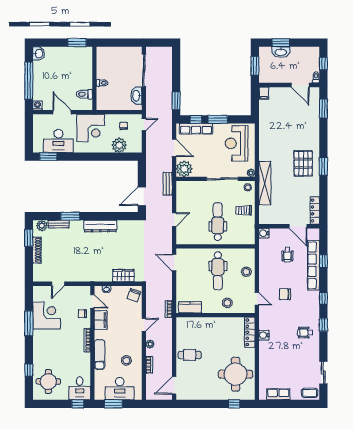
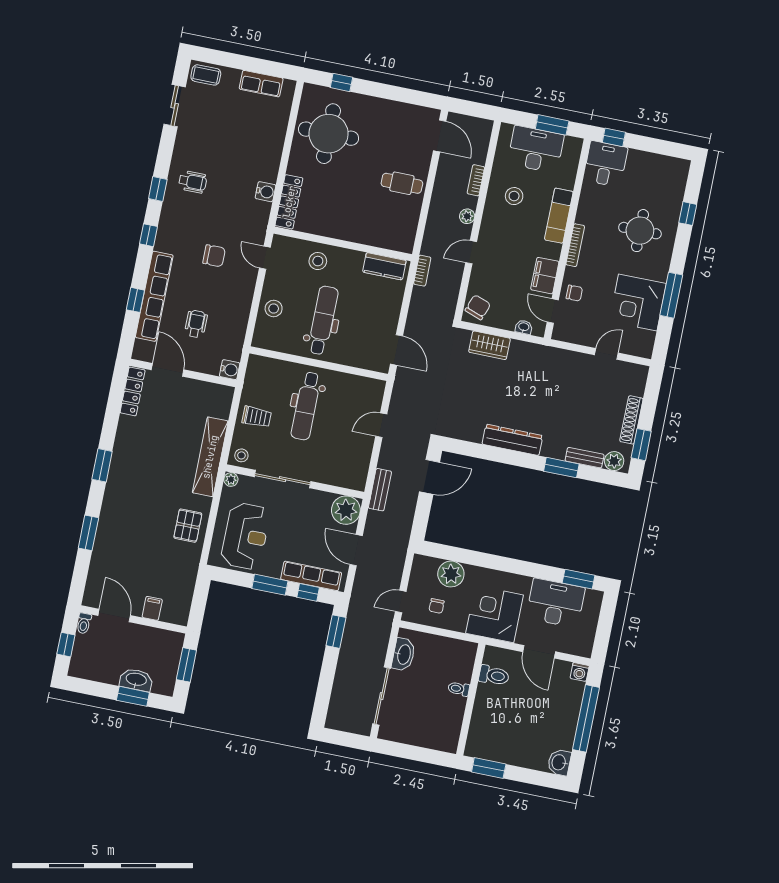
filing cabinet: (264, 93) -> (152, 608), moved
window: (323, 109) -> (88, 533), moved
pallet: (303, 163) -> (188, 526), moved, width x0.67, depth x0.71
round table: (48, 382) -> (640, 231), moved
door: (174, 385) -> (440, 136), hinge flipped

